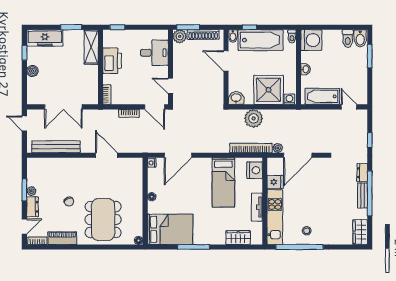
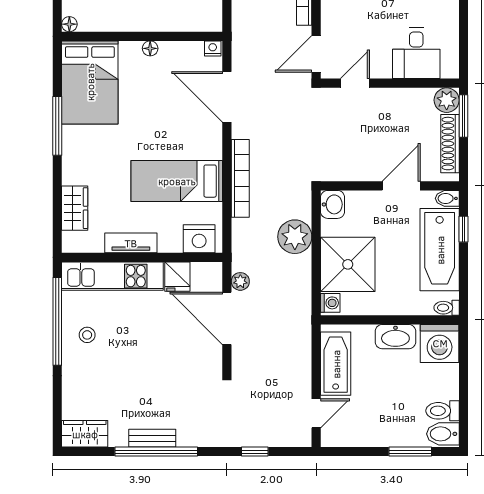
washbasin: (306, 69) -> (395, 337), width x1.91, depth x1.45
bookcase: (251, 148) -> (240, 178), moved
dresser: (362, 173) -> (195, 437), removed

